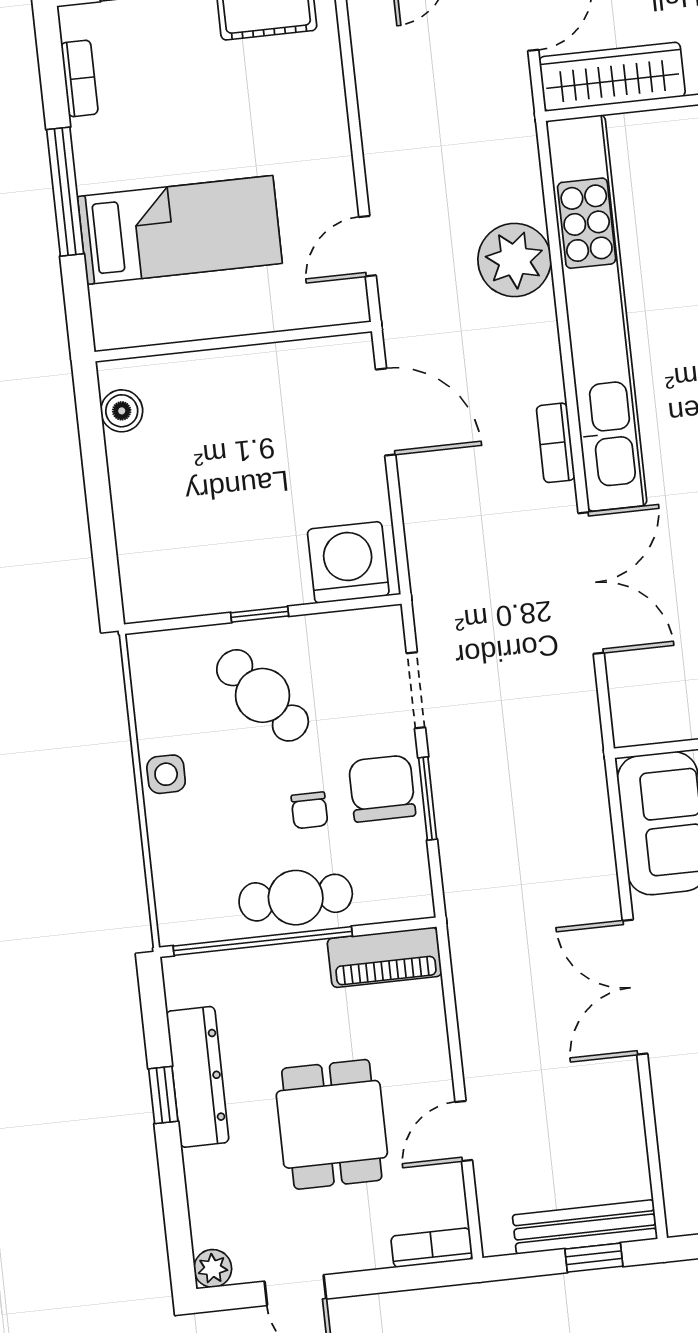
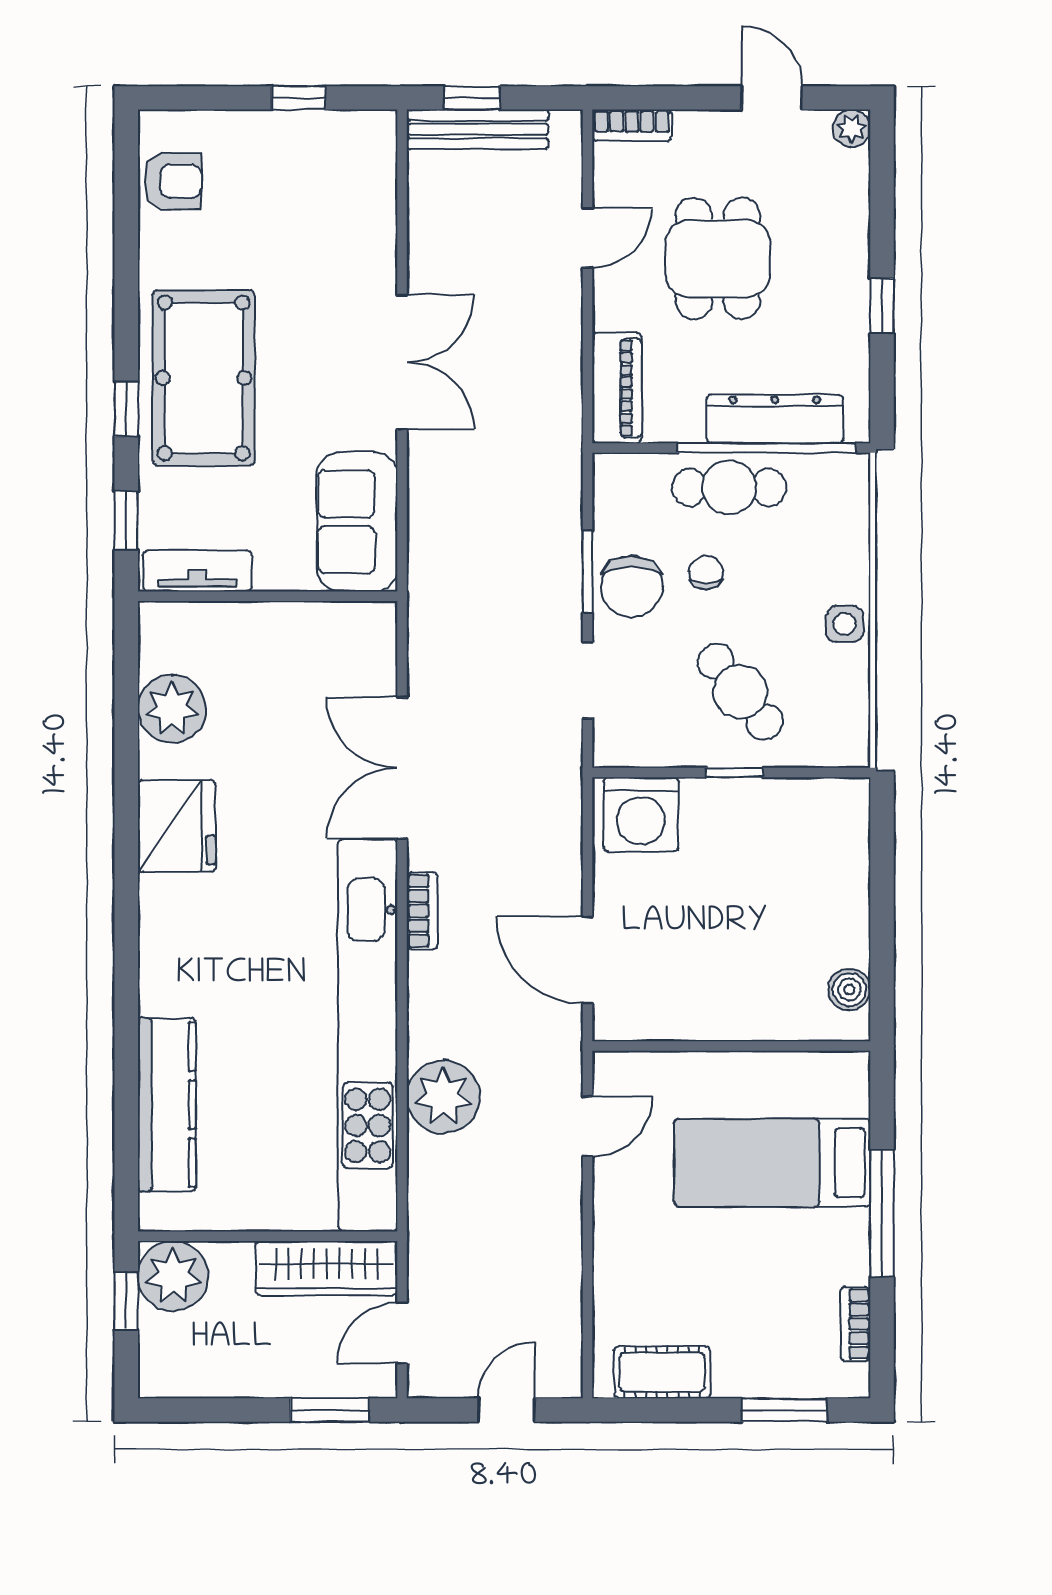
piano: (385, 957) -> (617, 388), moved, turned 90
dresser: (198, 1077) -> (775, 419), moved, turned 90

